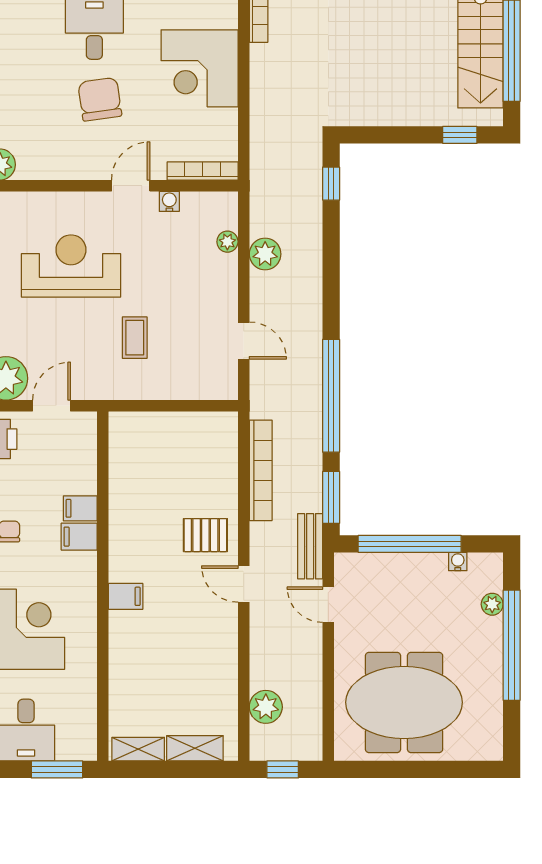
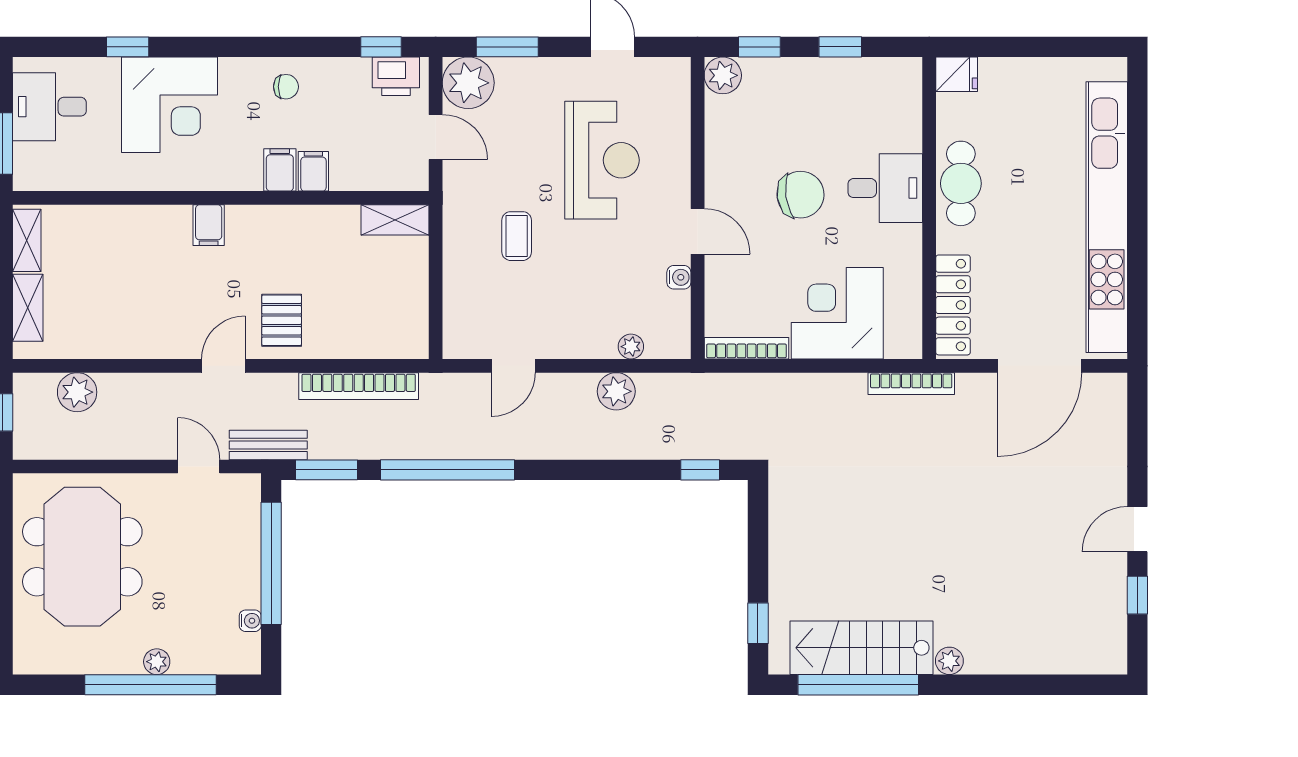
bookcase: (203, 171) -> (746, 348), moved, turned -90
coffee table: (135, 338) -> (517, 236), turned 90
shelving: (121, 440) -> (395, 220), added
plant: (492, 604) -> (157, 662), moved
door: (328, 605) -> (199, 467), hinge flipped

